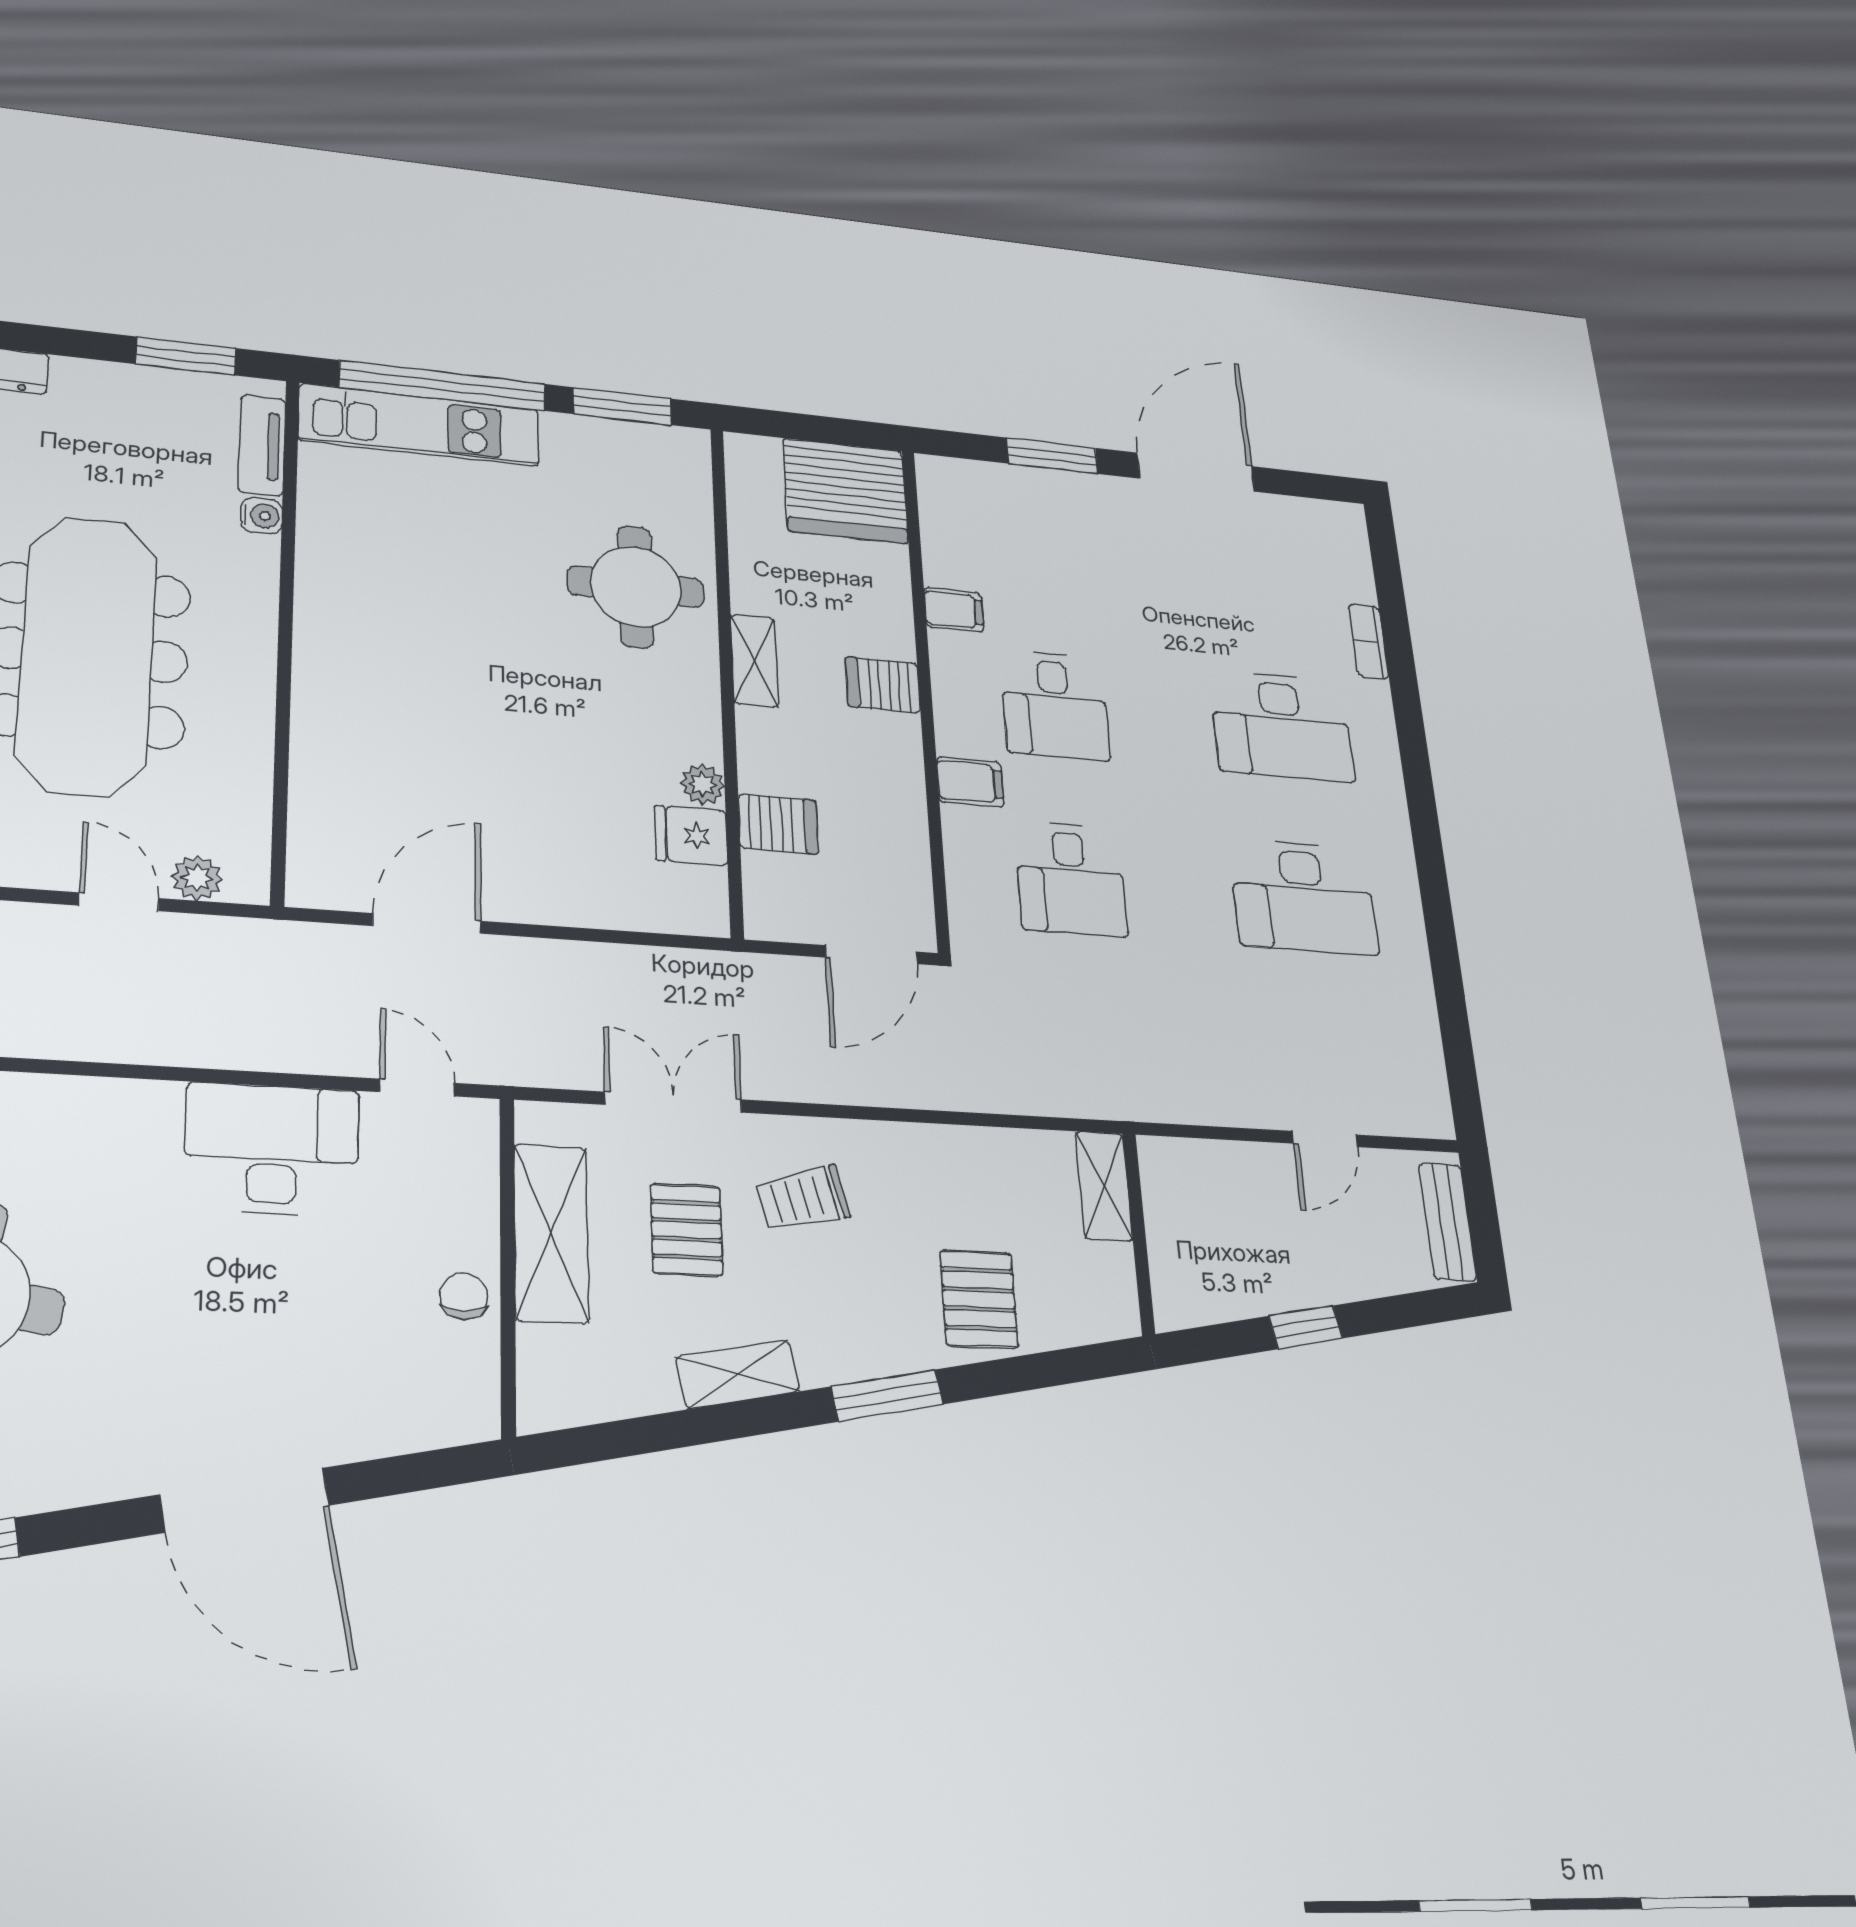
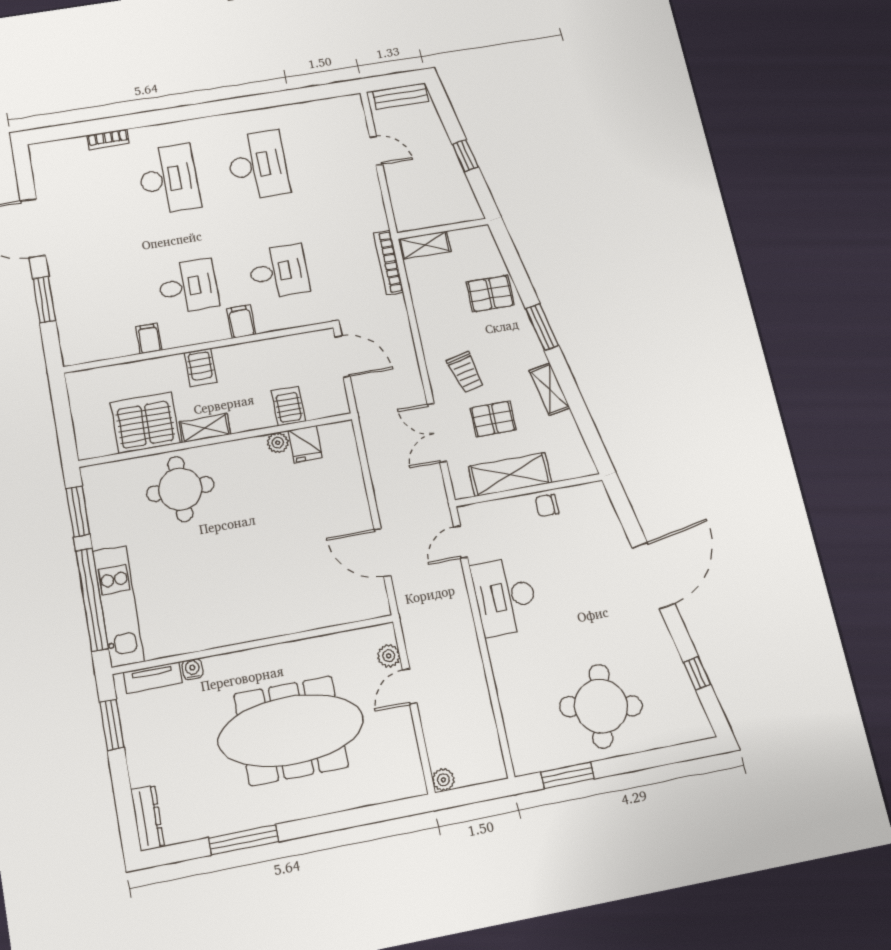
server rack: (846, 491) -> (145, 423), moved, turned -90
bookcase: (1071, 1100) -> (388, 262), added

